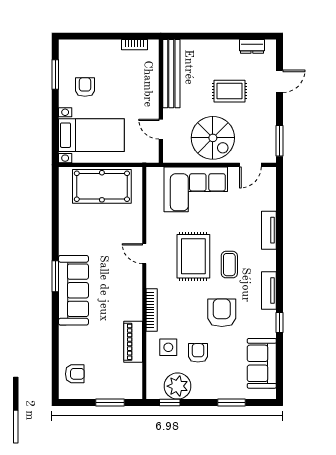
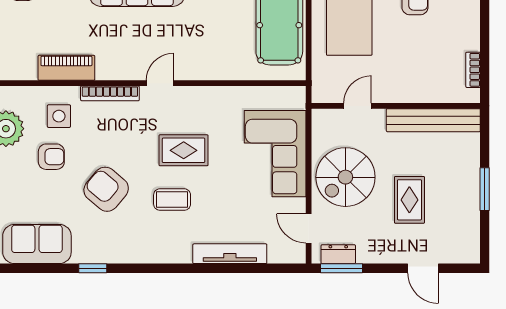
window: (222, 36) -> (485, 189), added
dresser: (252, 46) -> (338, 254), moved, turned 90
tv unit: (269, 230) -> (230, 254), width x1.41
door: (144, 254) -> (160, 83), moved
rug: (193, 256) -> (184, 150), width x0.73, depth x0.70
tv unit: (269, 291) -> (137, 254), removed
armchair: (222, 313) -> (106, 189), turned -140

